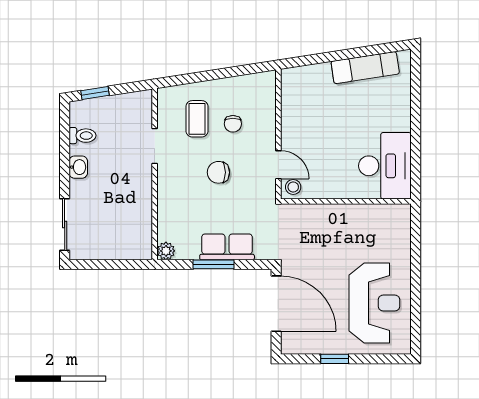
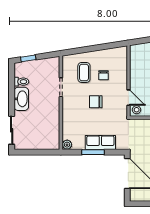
washbasin: (78, 167) -> (21, 99), width x1.91, depth x1.45

